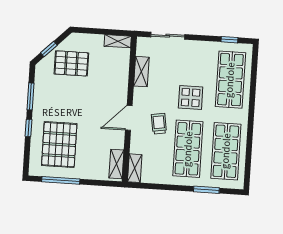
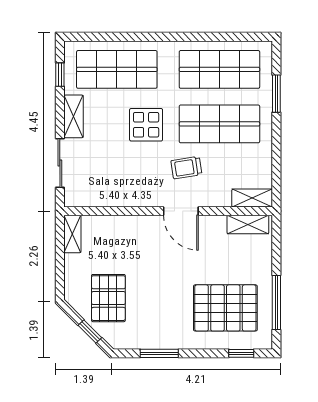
shelving: (141, 72) -> (74, 116), moved, turned 90
window: (29, 128) -> (241, 353), moved

